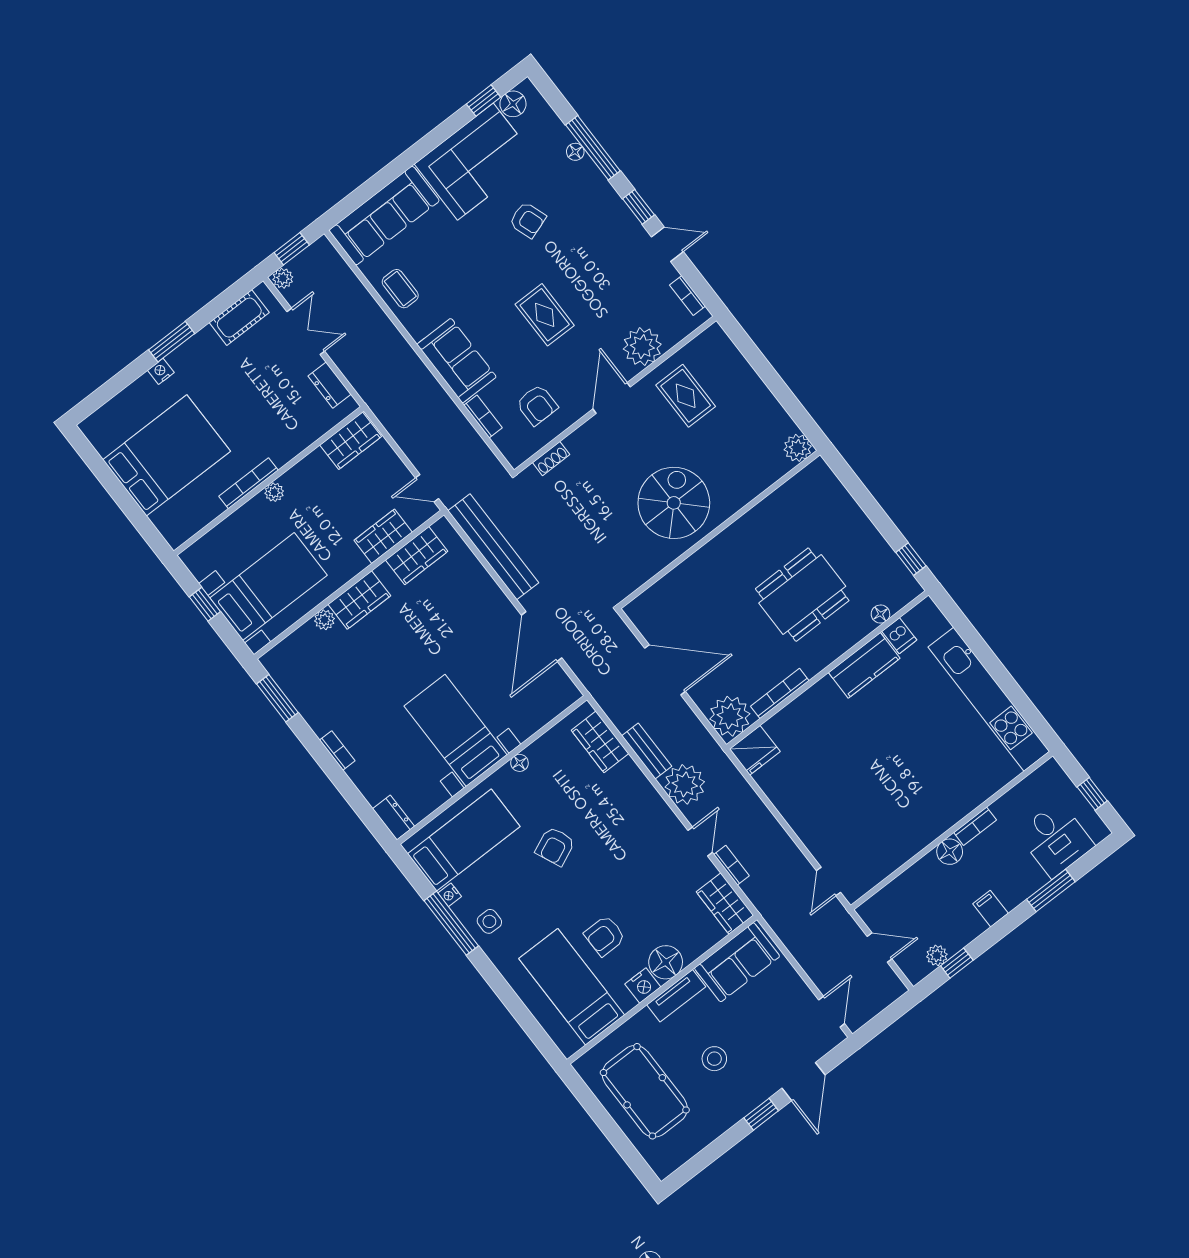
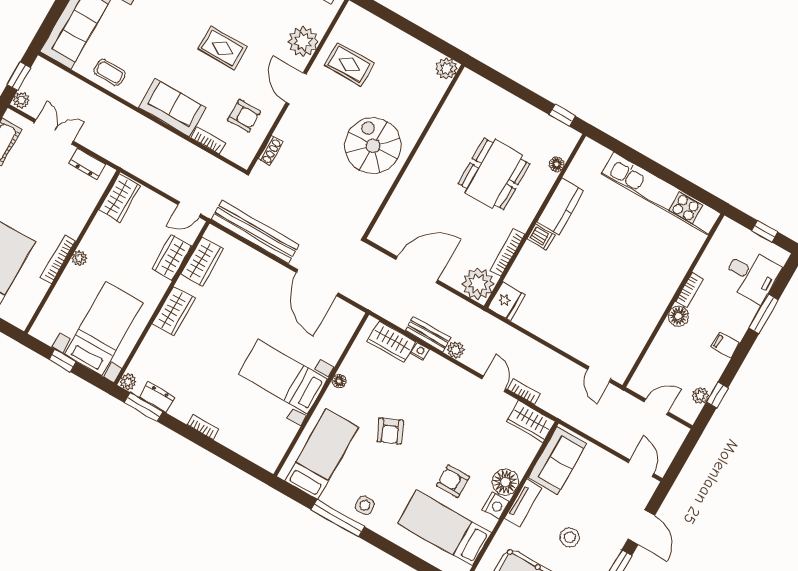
plant: (325, 620) -> (128, 382), moved
dishwasher: (899, 636) -> (541, 237), moved
plant: (685, 784) -> (456, 350), width x0.53, depth x0.53
dresser: (394, 818) -> (157, 397), moved
nightstand: (450, 895) -> (420, 351), moved, turned 180
armchair: (605, 936) -> (453, 481), turned 90

